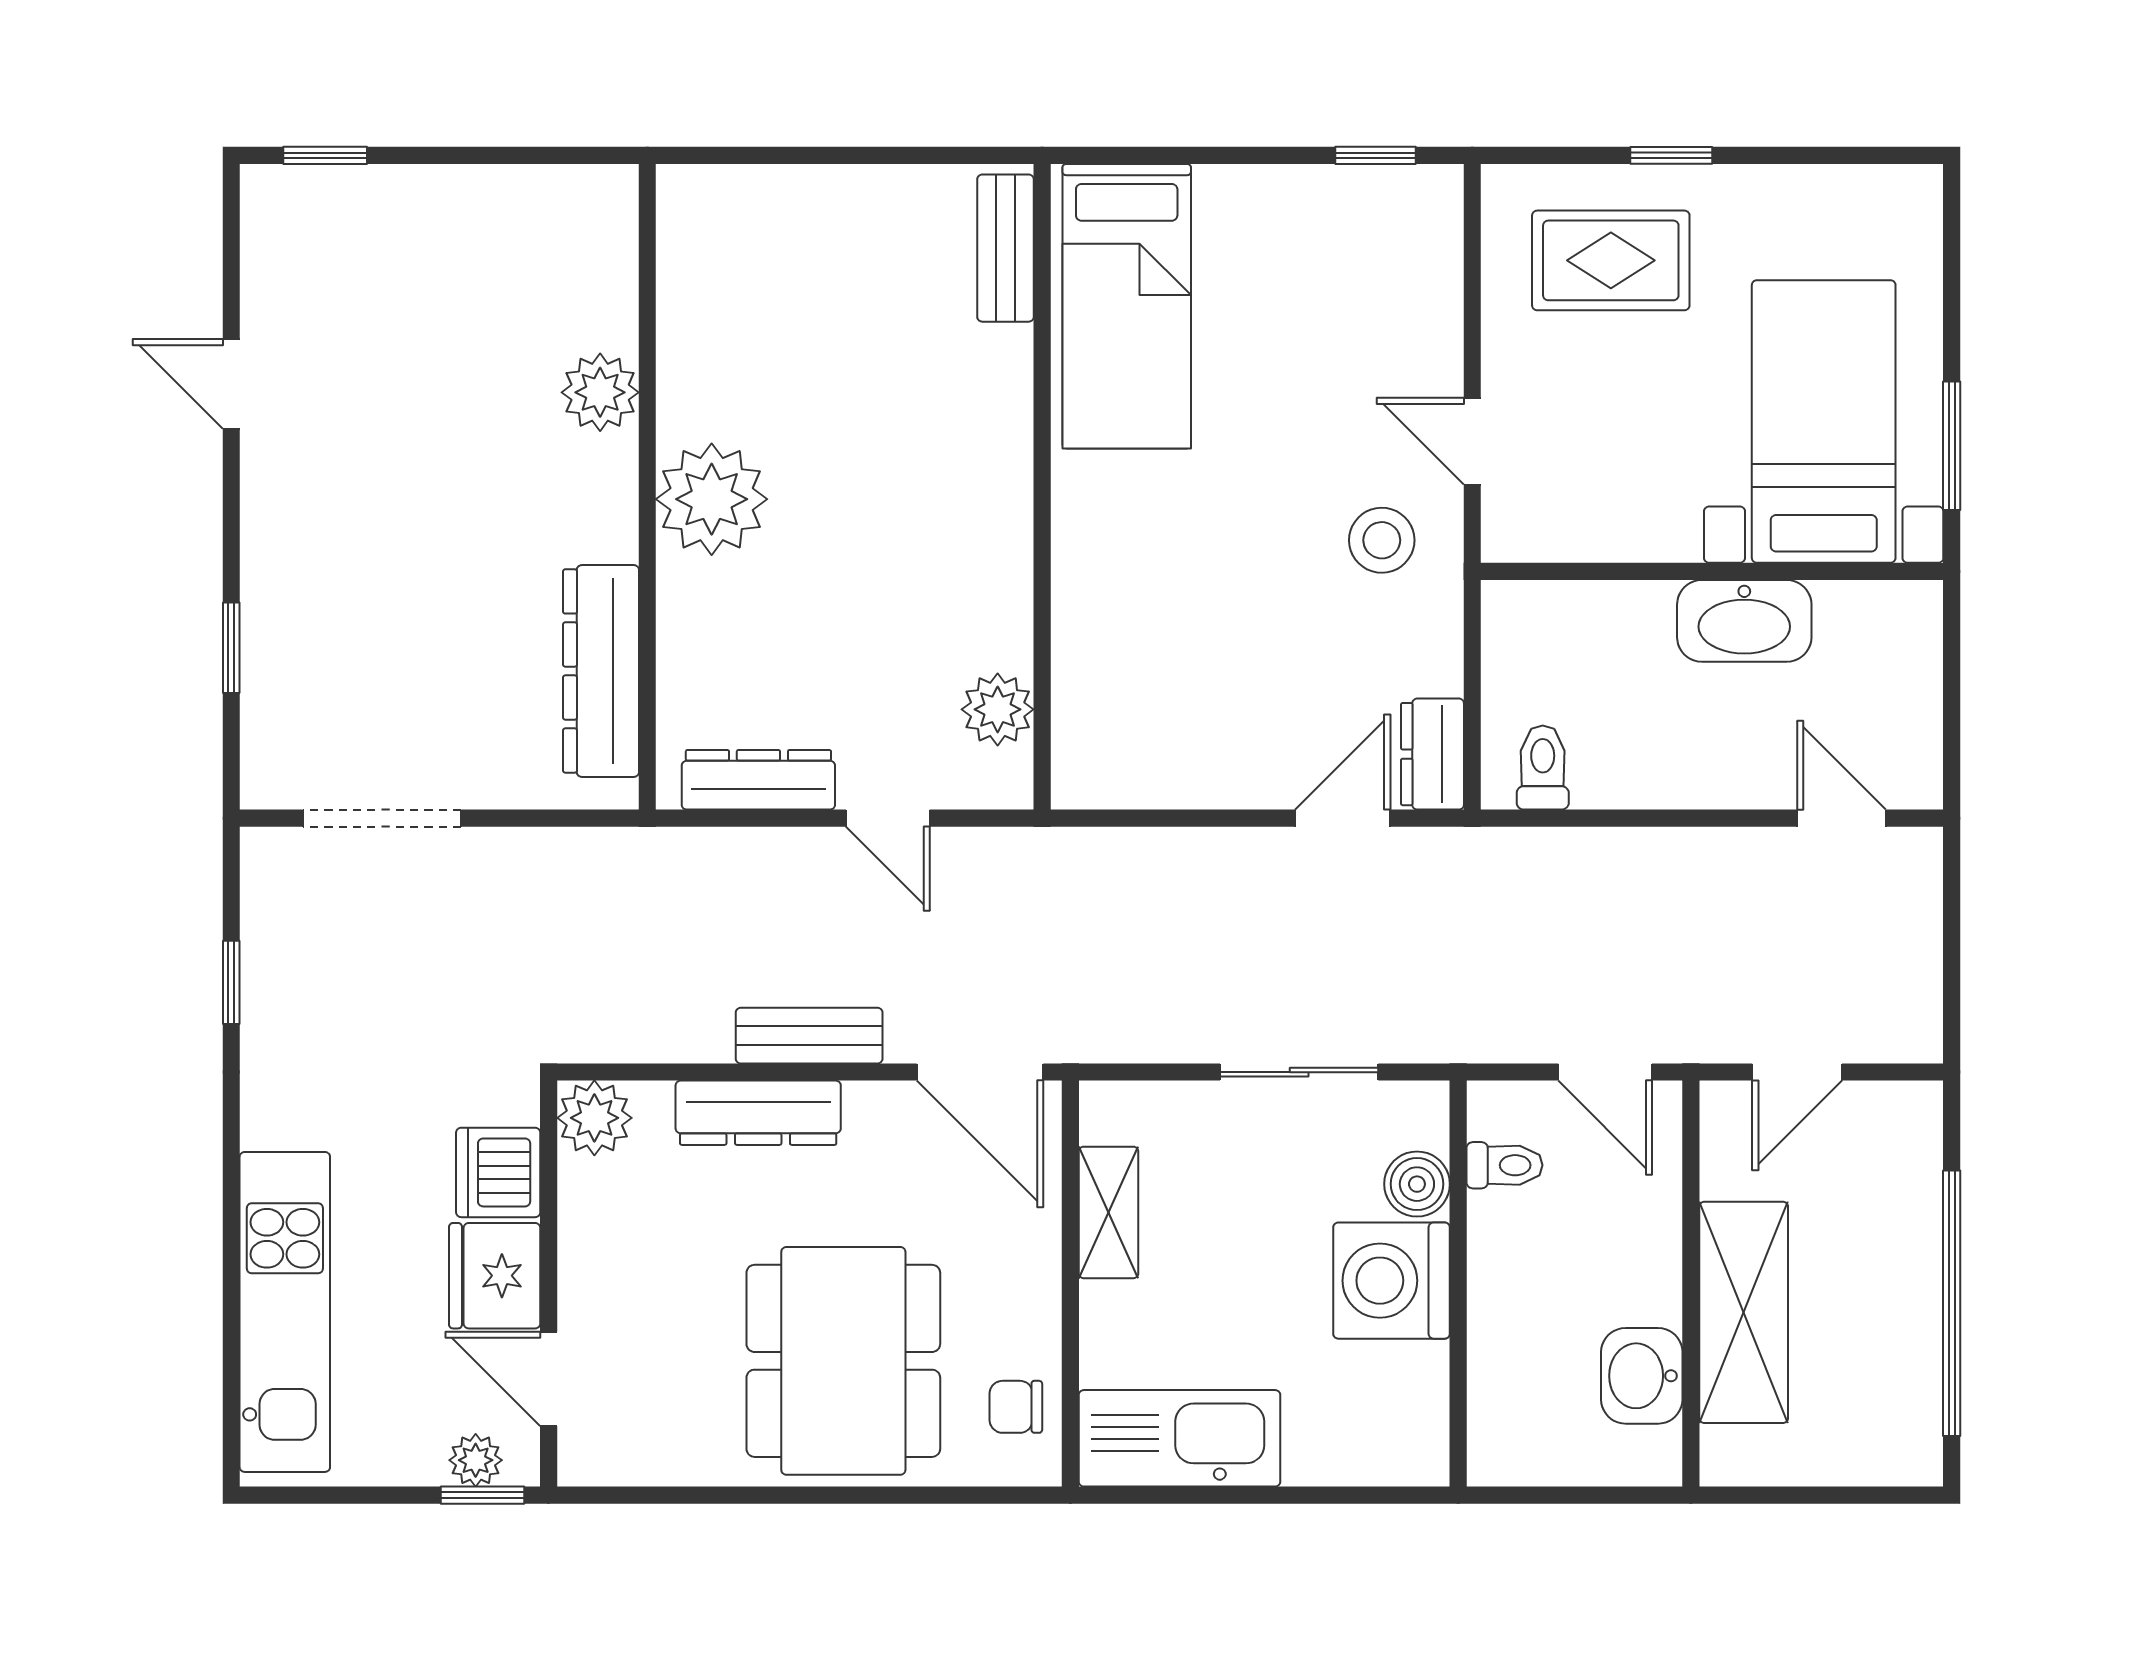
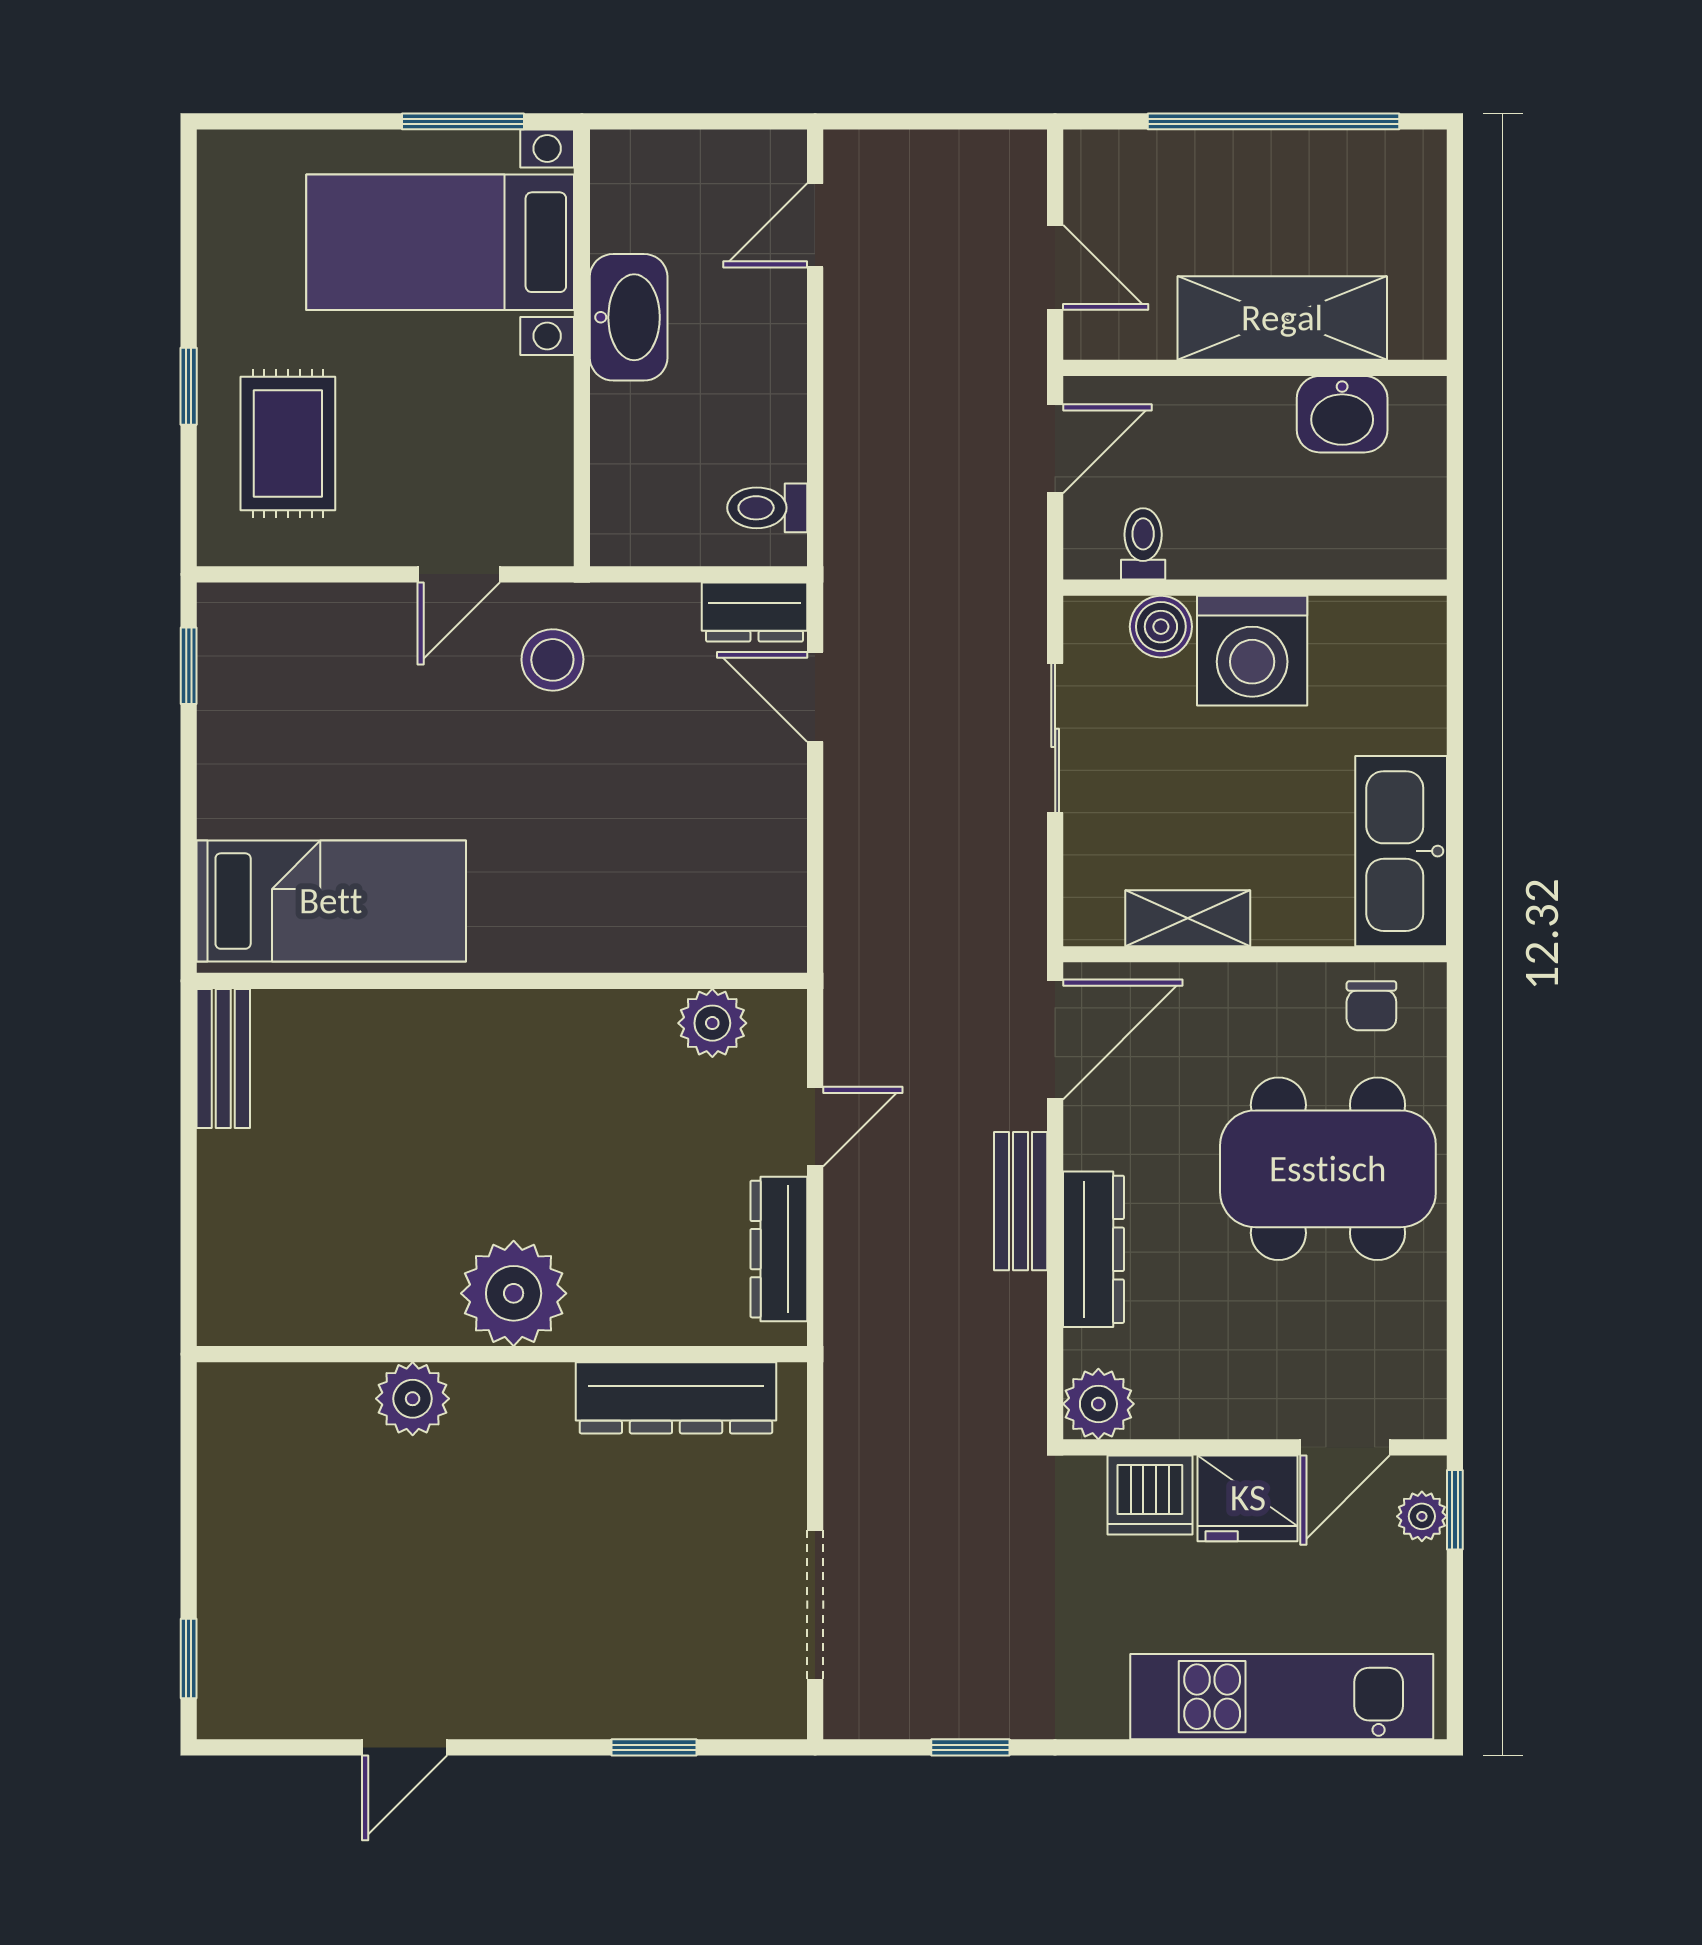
bench: (1006, 248) -> (223, 1059), moved, turned 90

